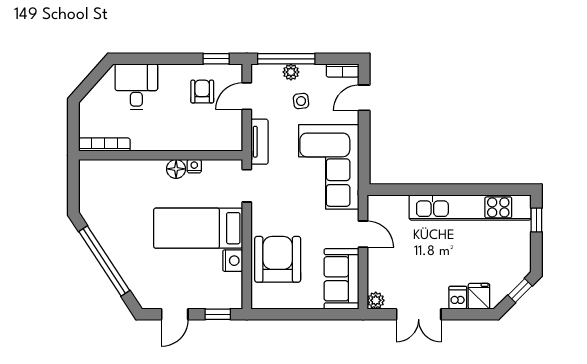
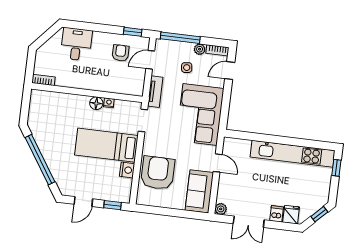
plant: (291, 72) -> (200, 49), moved
bookcase: (104, 145) -> (43, 80), width x0.64

